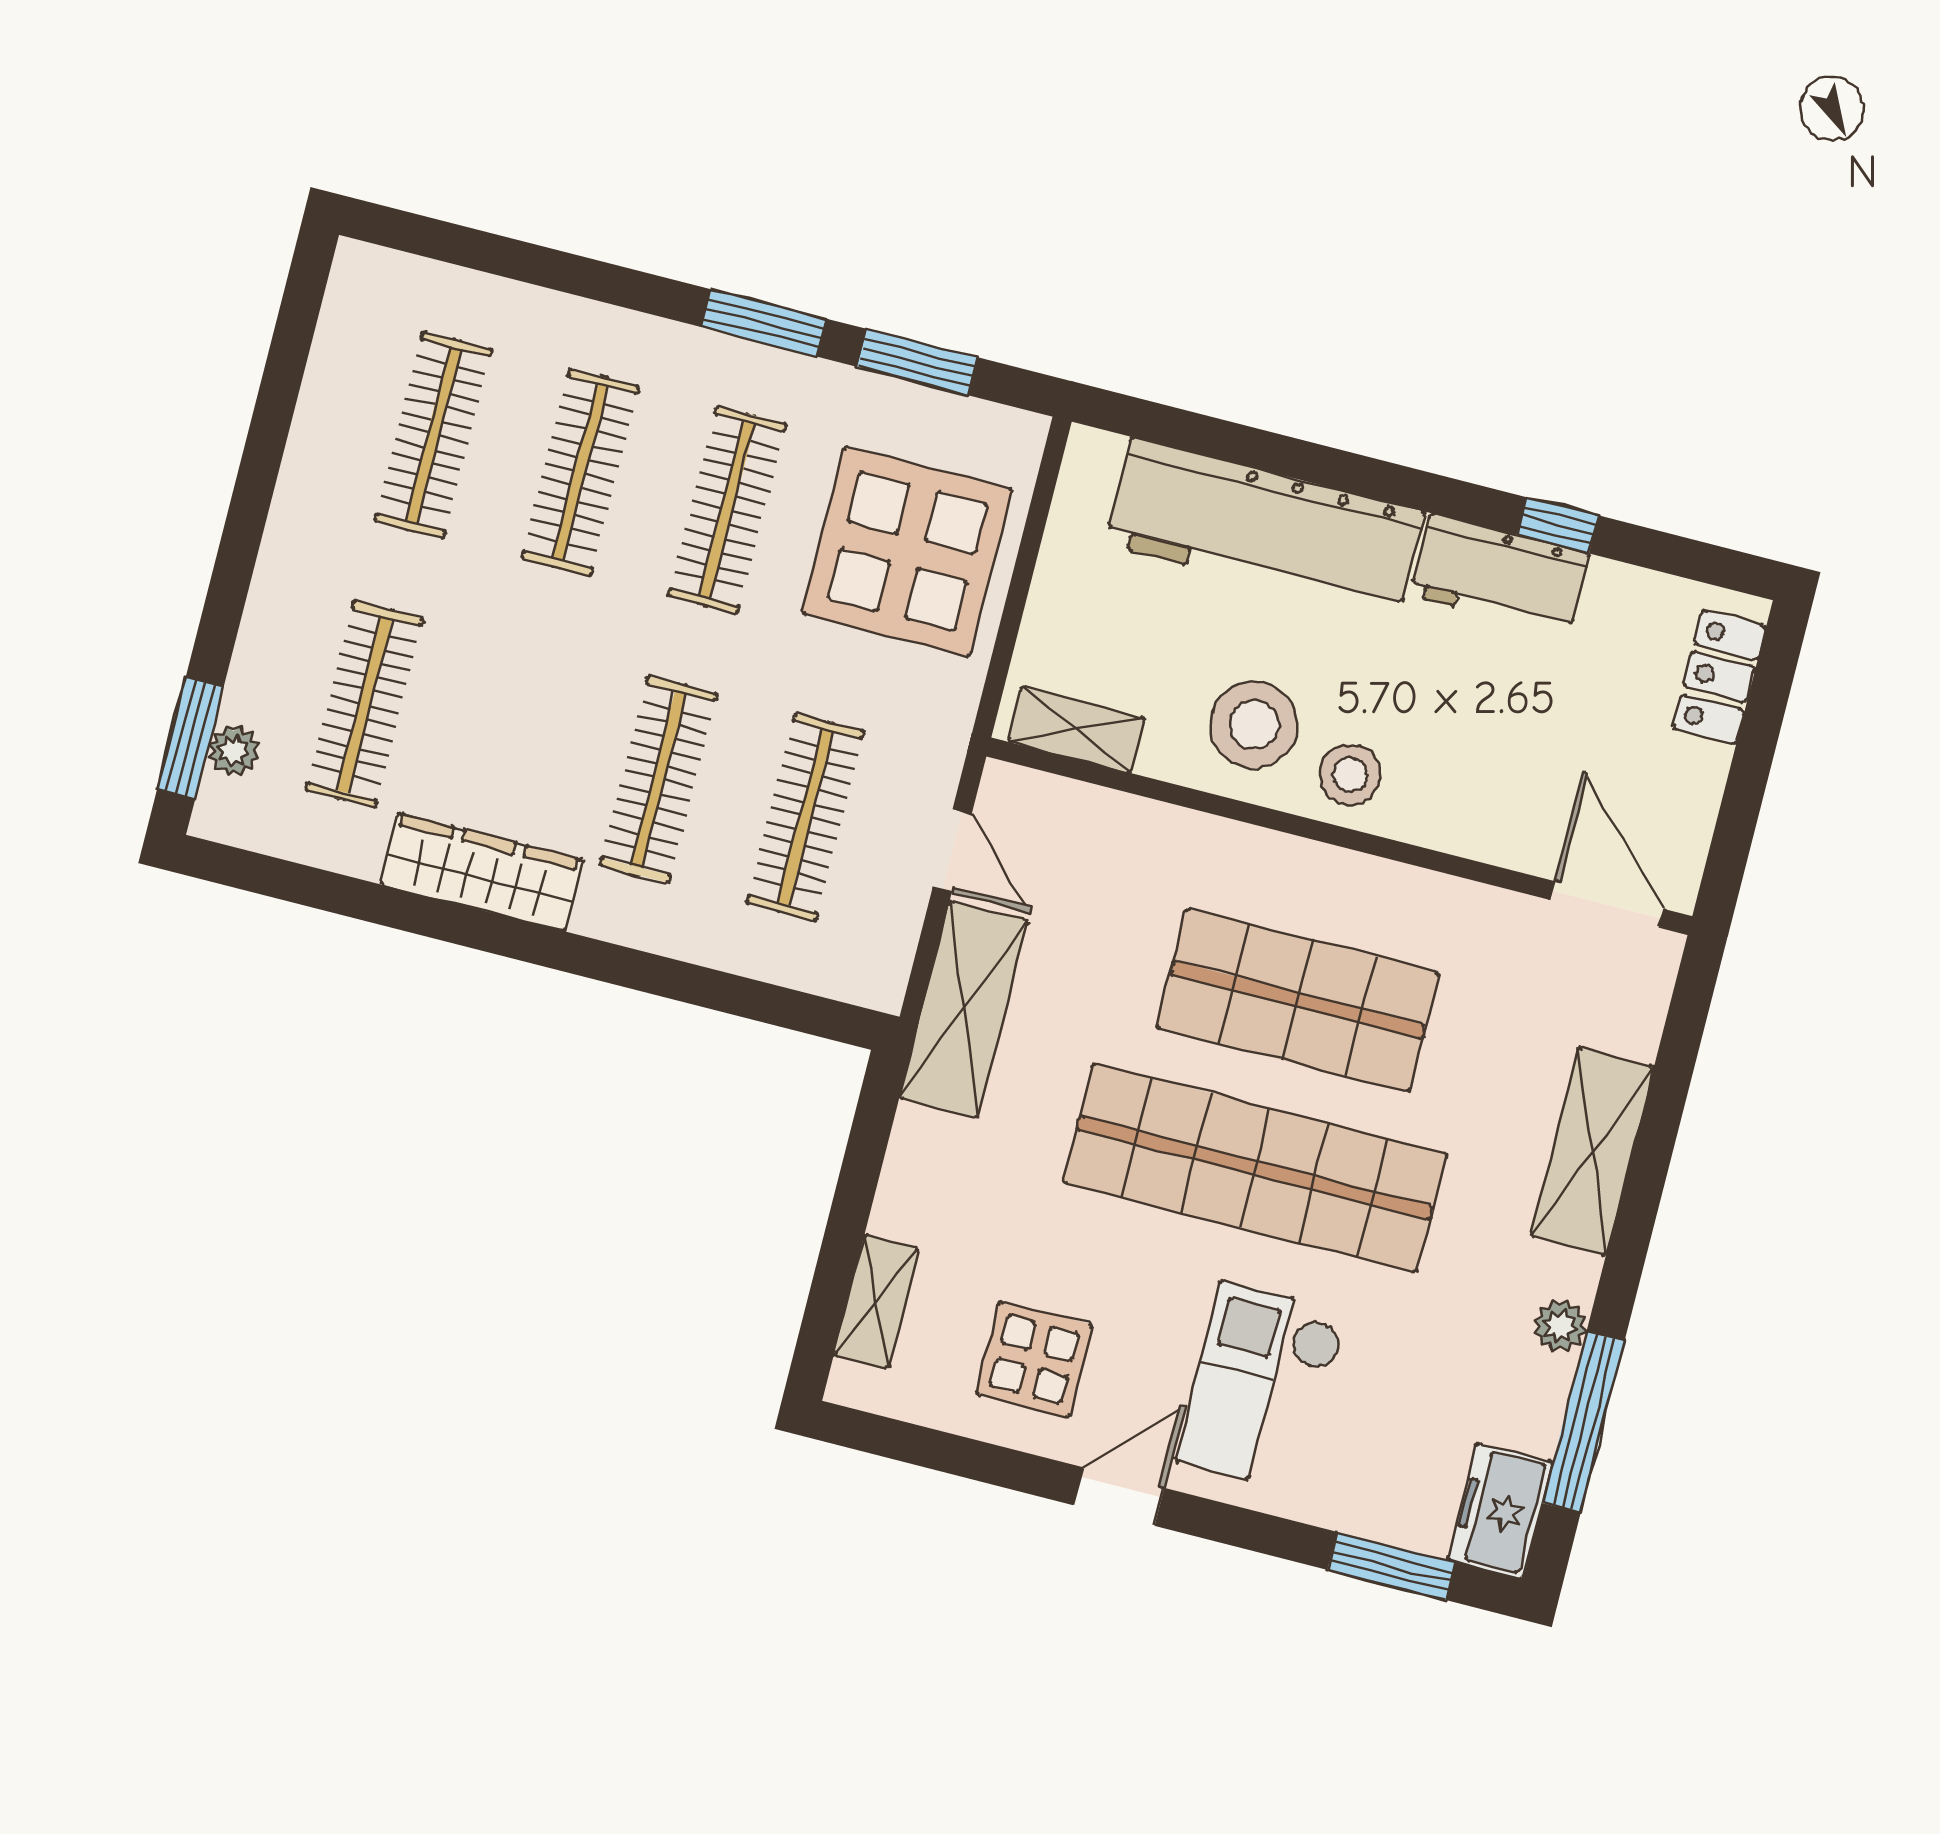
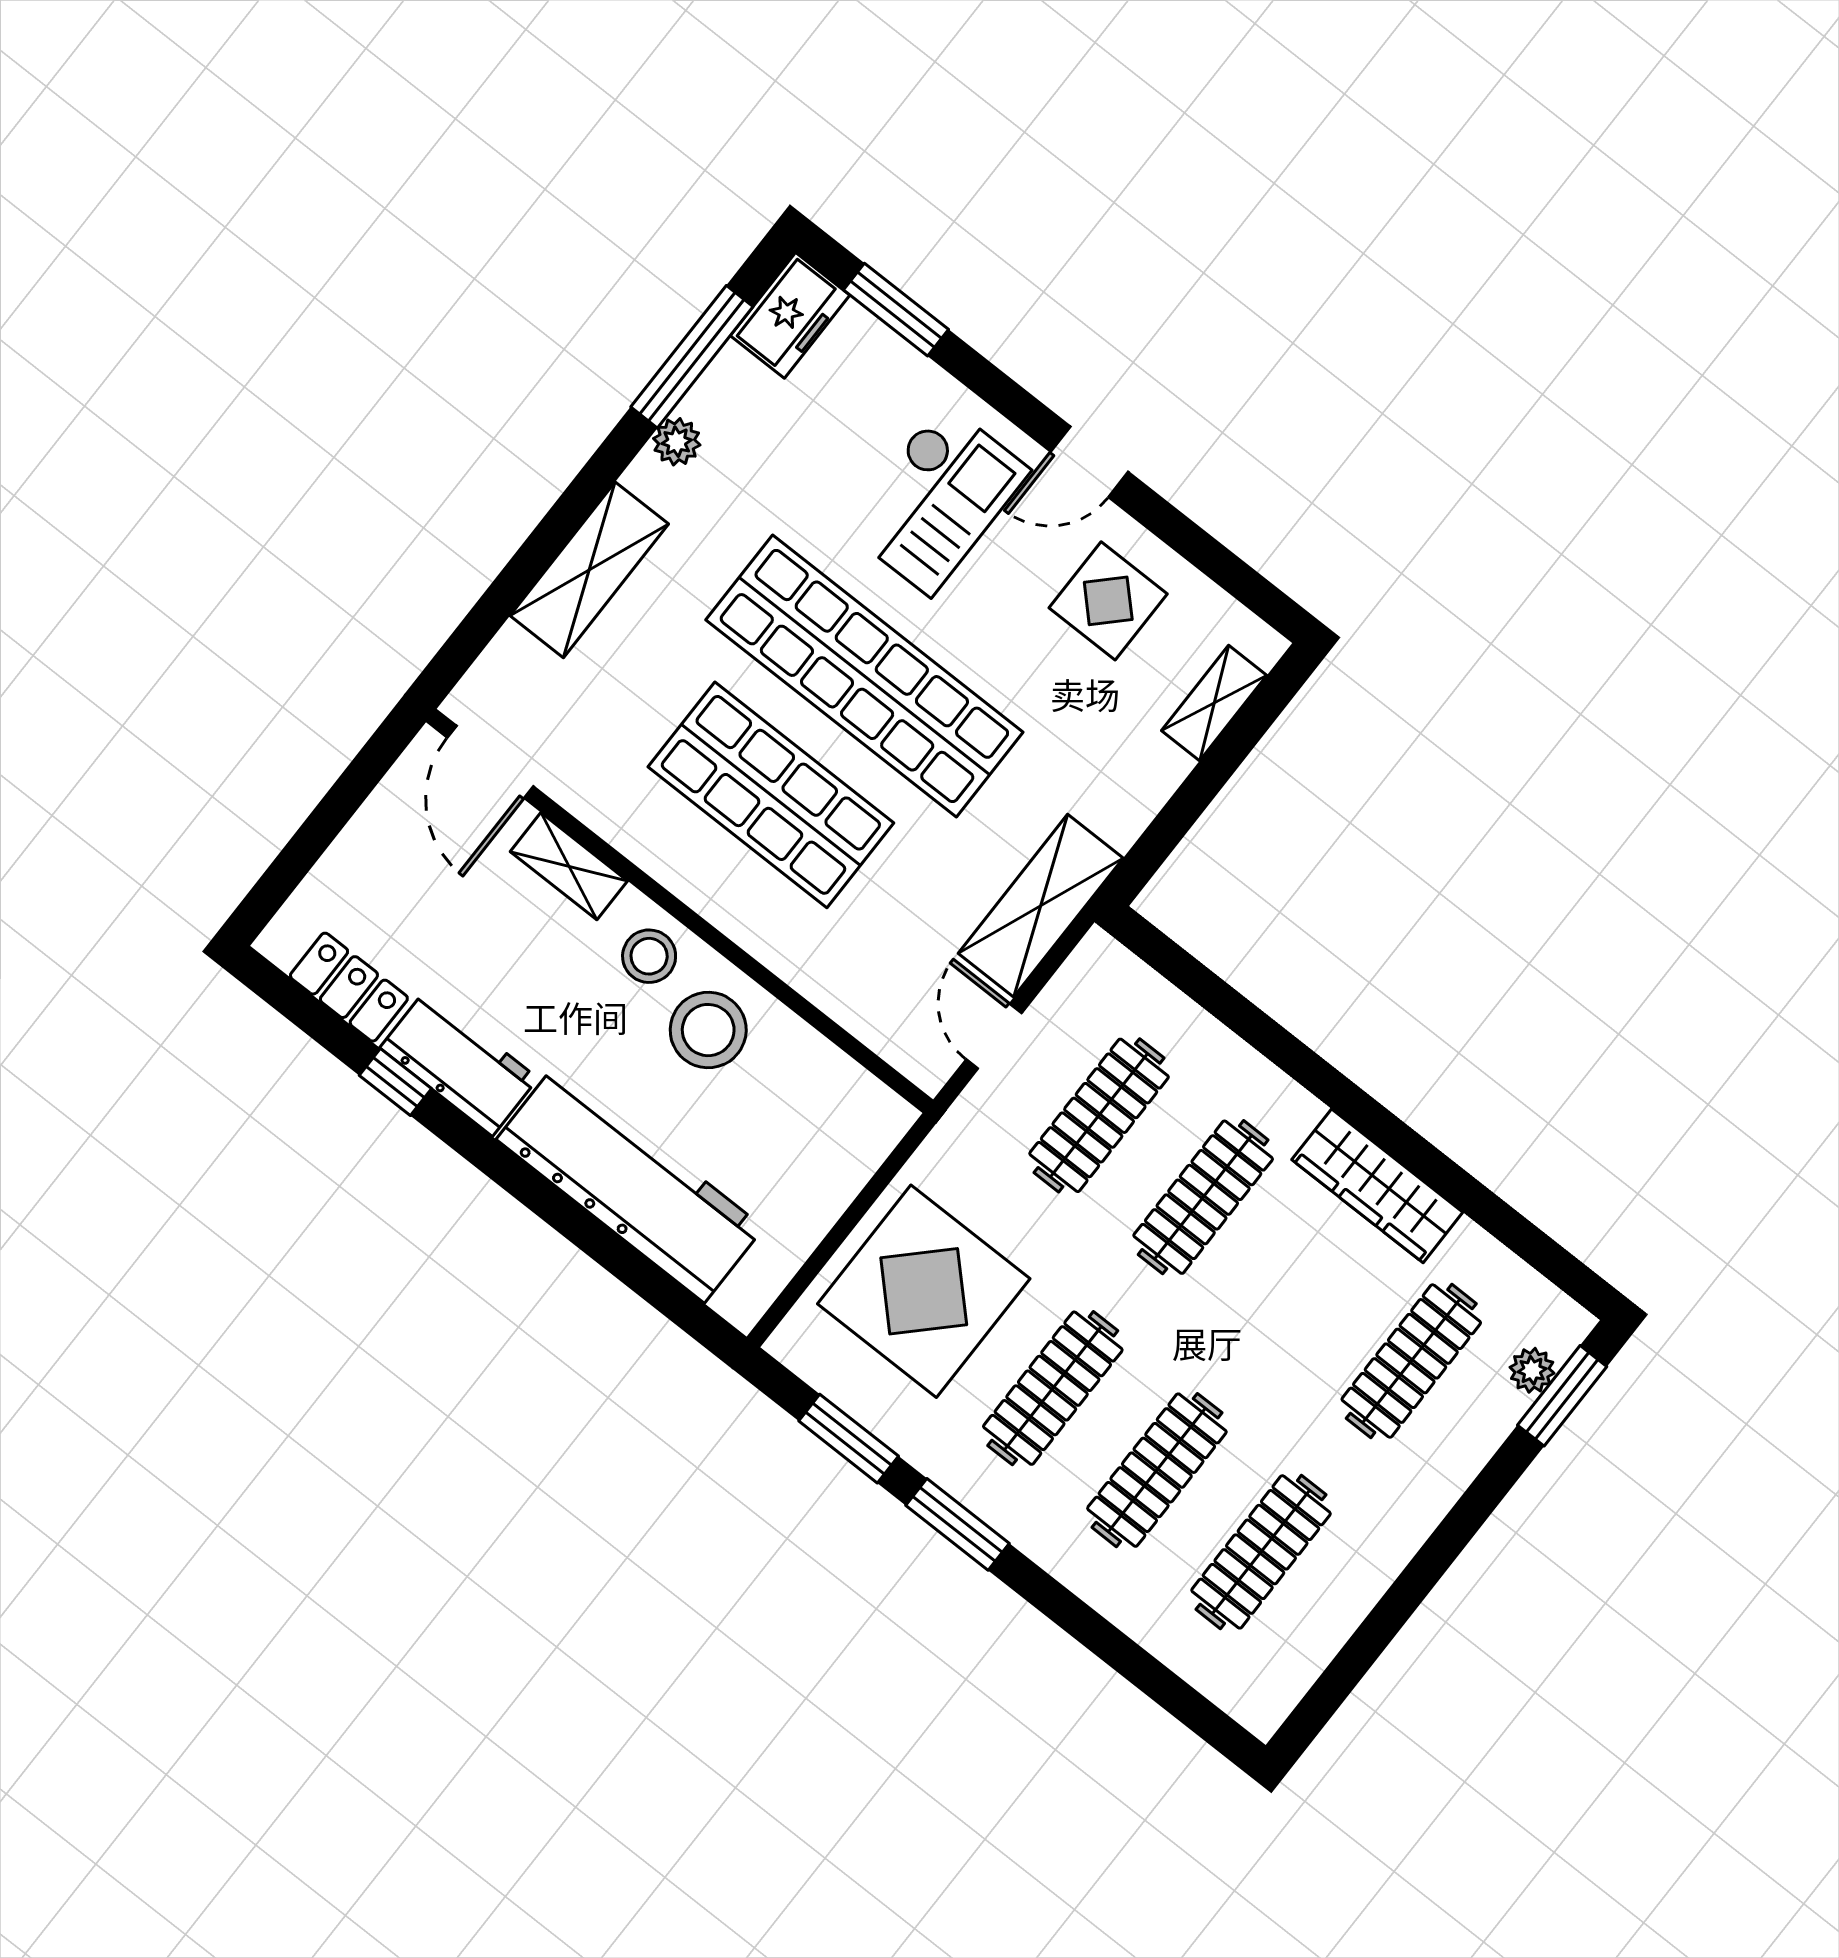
locker: (1719, 677) -> (349, 987), moved, turned -90
shelving: (1076, 730) -> (569, 866), moved

